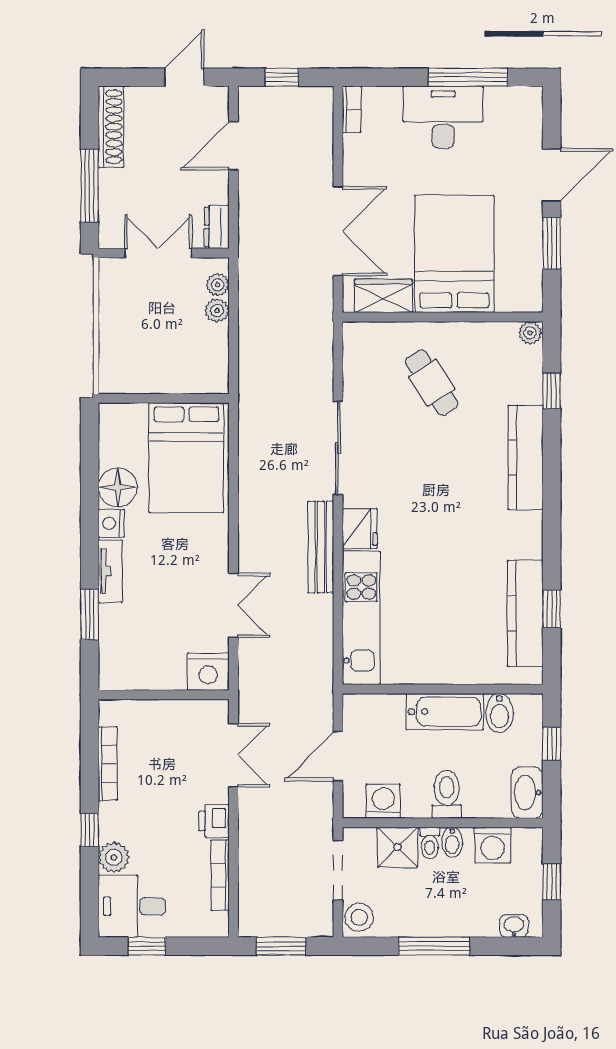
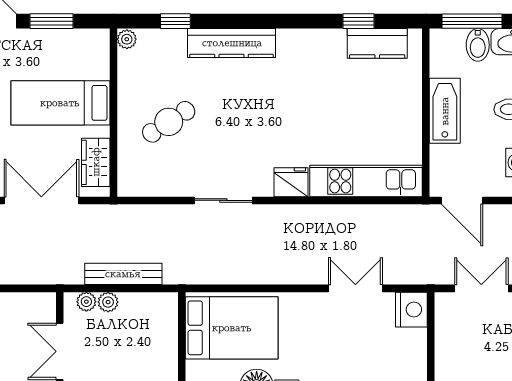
dresser: (217, 227) -> (38, 302), removed
bed: (454, 254) -> (60, 103), width x0.67
sliding door: (338, 448) -> (223, 200), width x0.73
bench: (321, 547) -> (123, 274), moved
kitchen counter: (525, 613) -> (377, 43), width x0.67
bidet: (500, 713) -> (478, 45), moved, turned 90
window: (552, 744) -> (472, 21), width x2.17
door: (338, 756) -> (462, 200), moved

